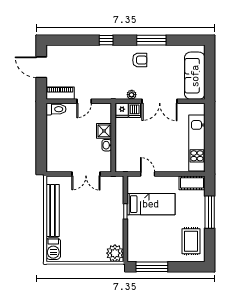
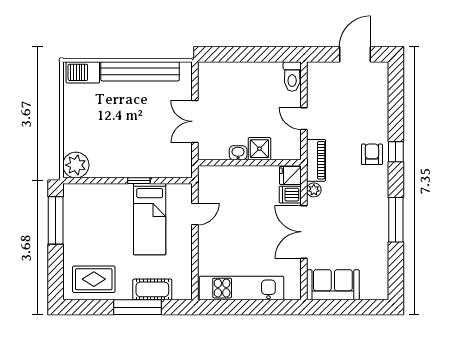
armchair: (140, 60) -> (372, 154), moved, turned 180
sofa: (195, 76) -> (333, 285), width x0.73
piano: (60, 93) -> (316, 160), moved
cot: (192, 183) -> (152, 289), moved, turned 90

